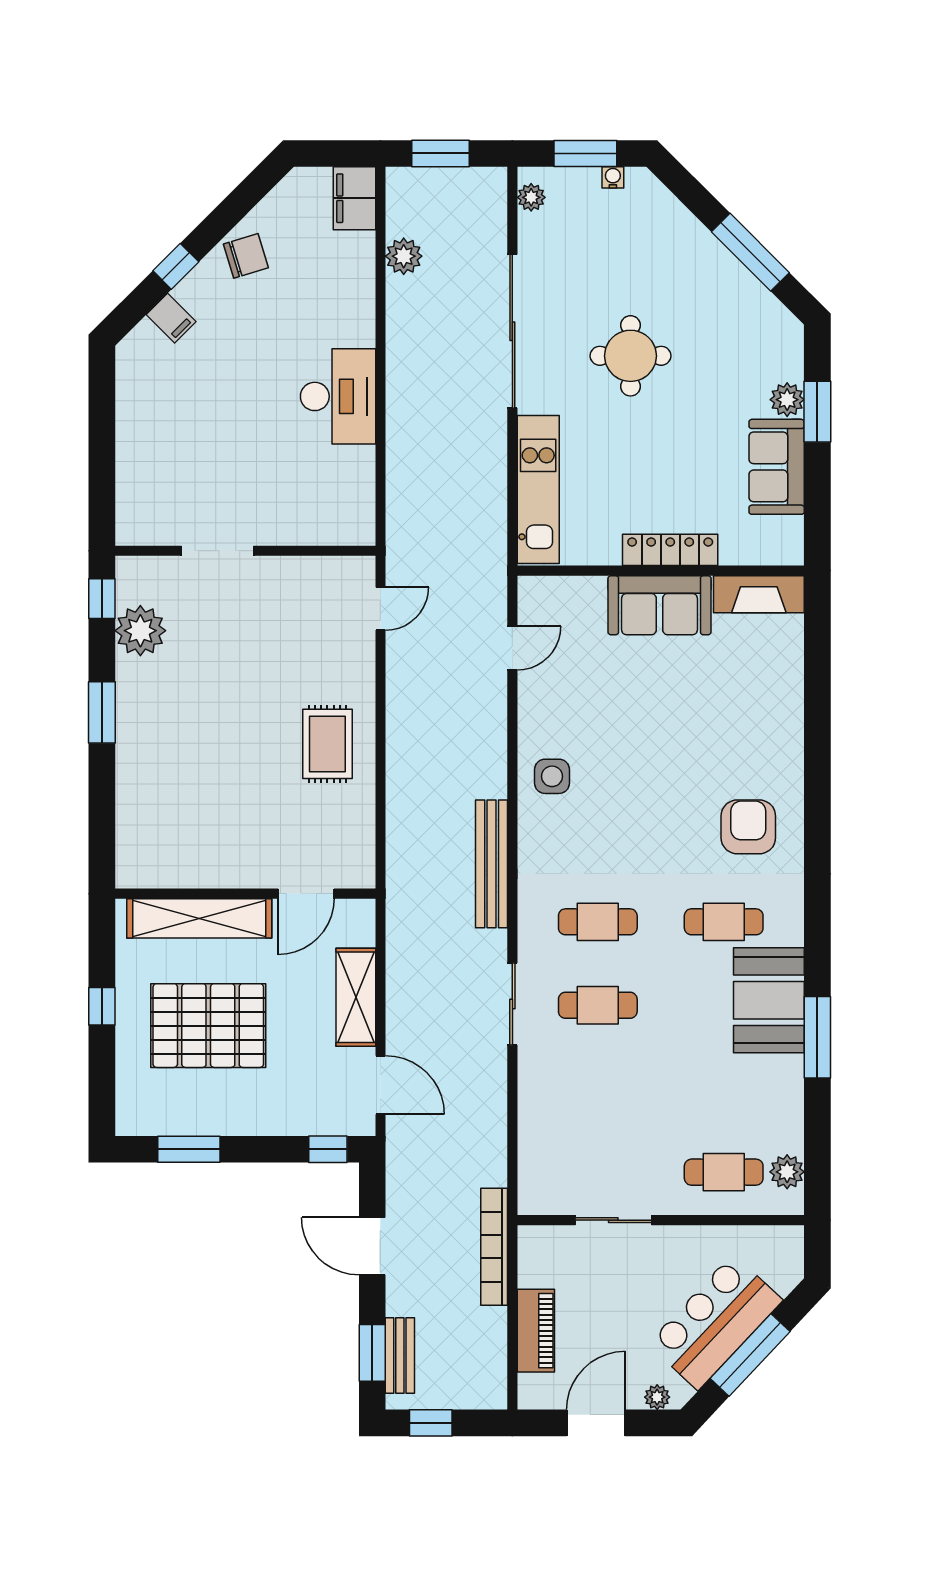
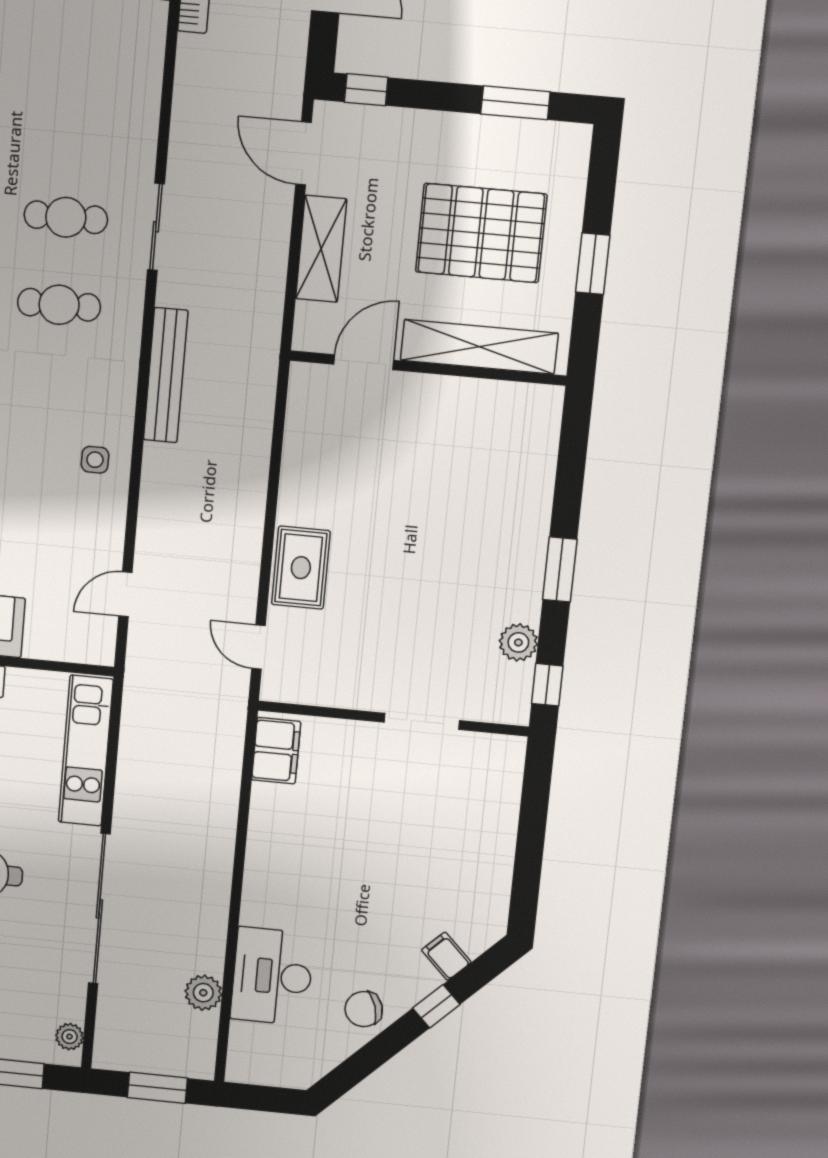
filing cabinet: (355, 198) -> (276, 751), moved
desk: (338, 396) -> (272, 976), moved
door: (380, 609) -> (259, 647), hinge flipped
plant: (140, 631) -> (518, 642), width x0.73, depth x0.73
rug: (327, 744) -> (301, 568), moved
side table: (552, 776) -> (95, 460), width x0.73, depth x0.73
window: (102, 1006) -> (593, 264), width x1.50

